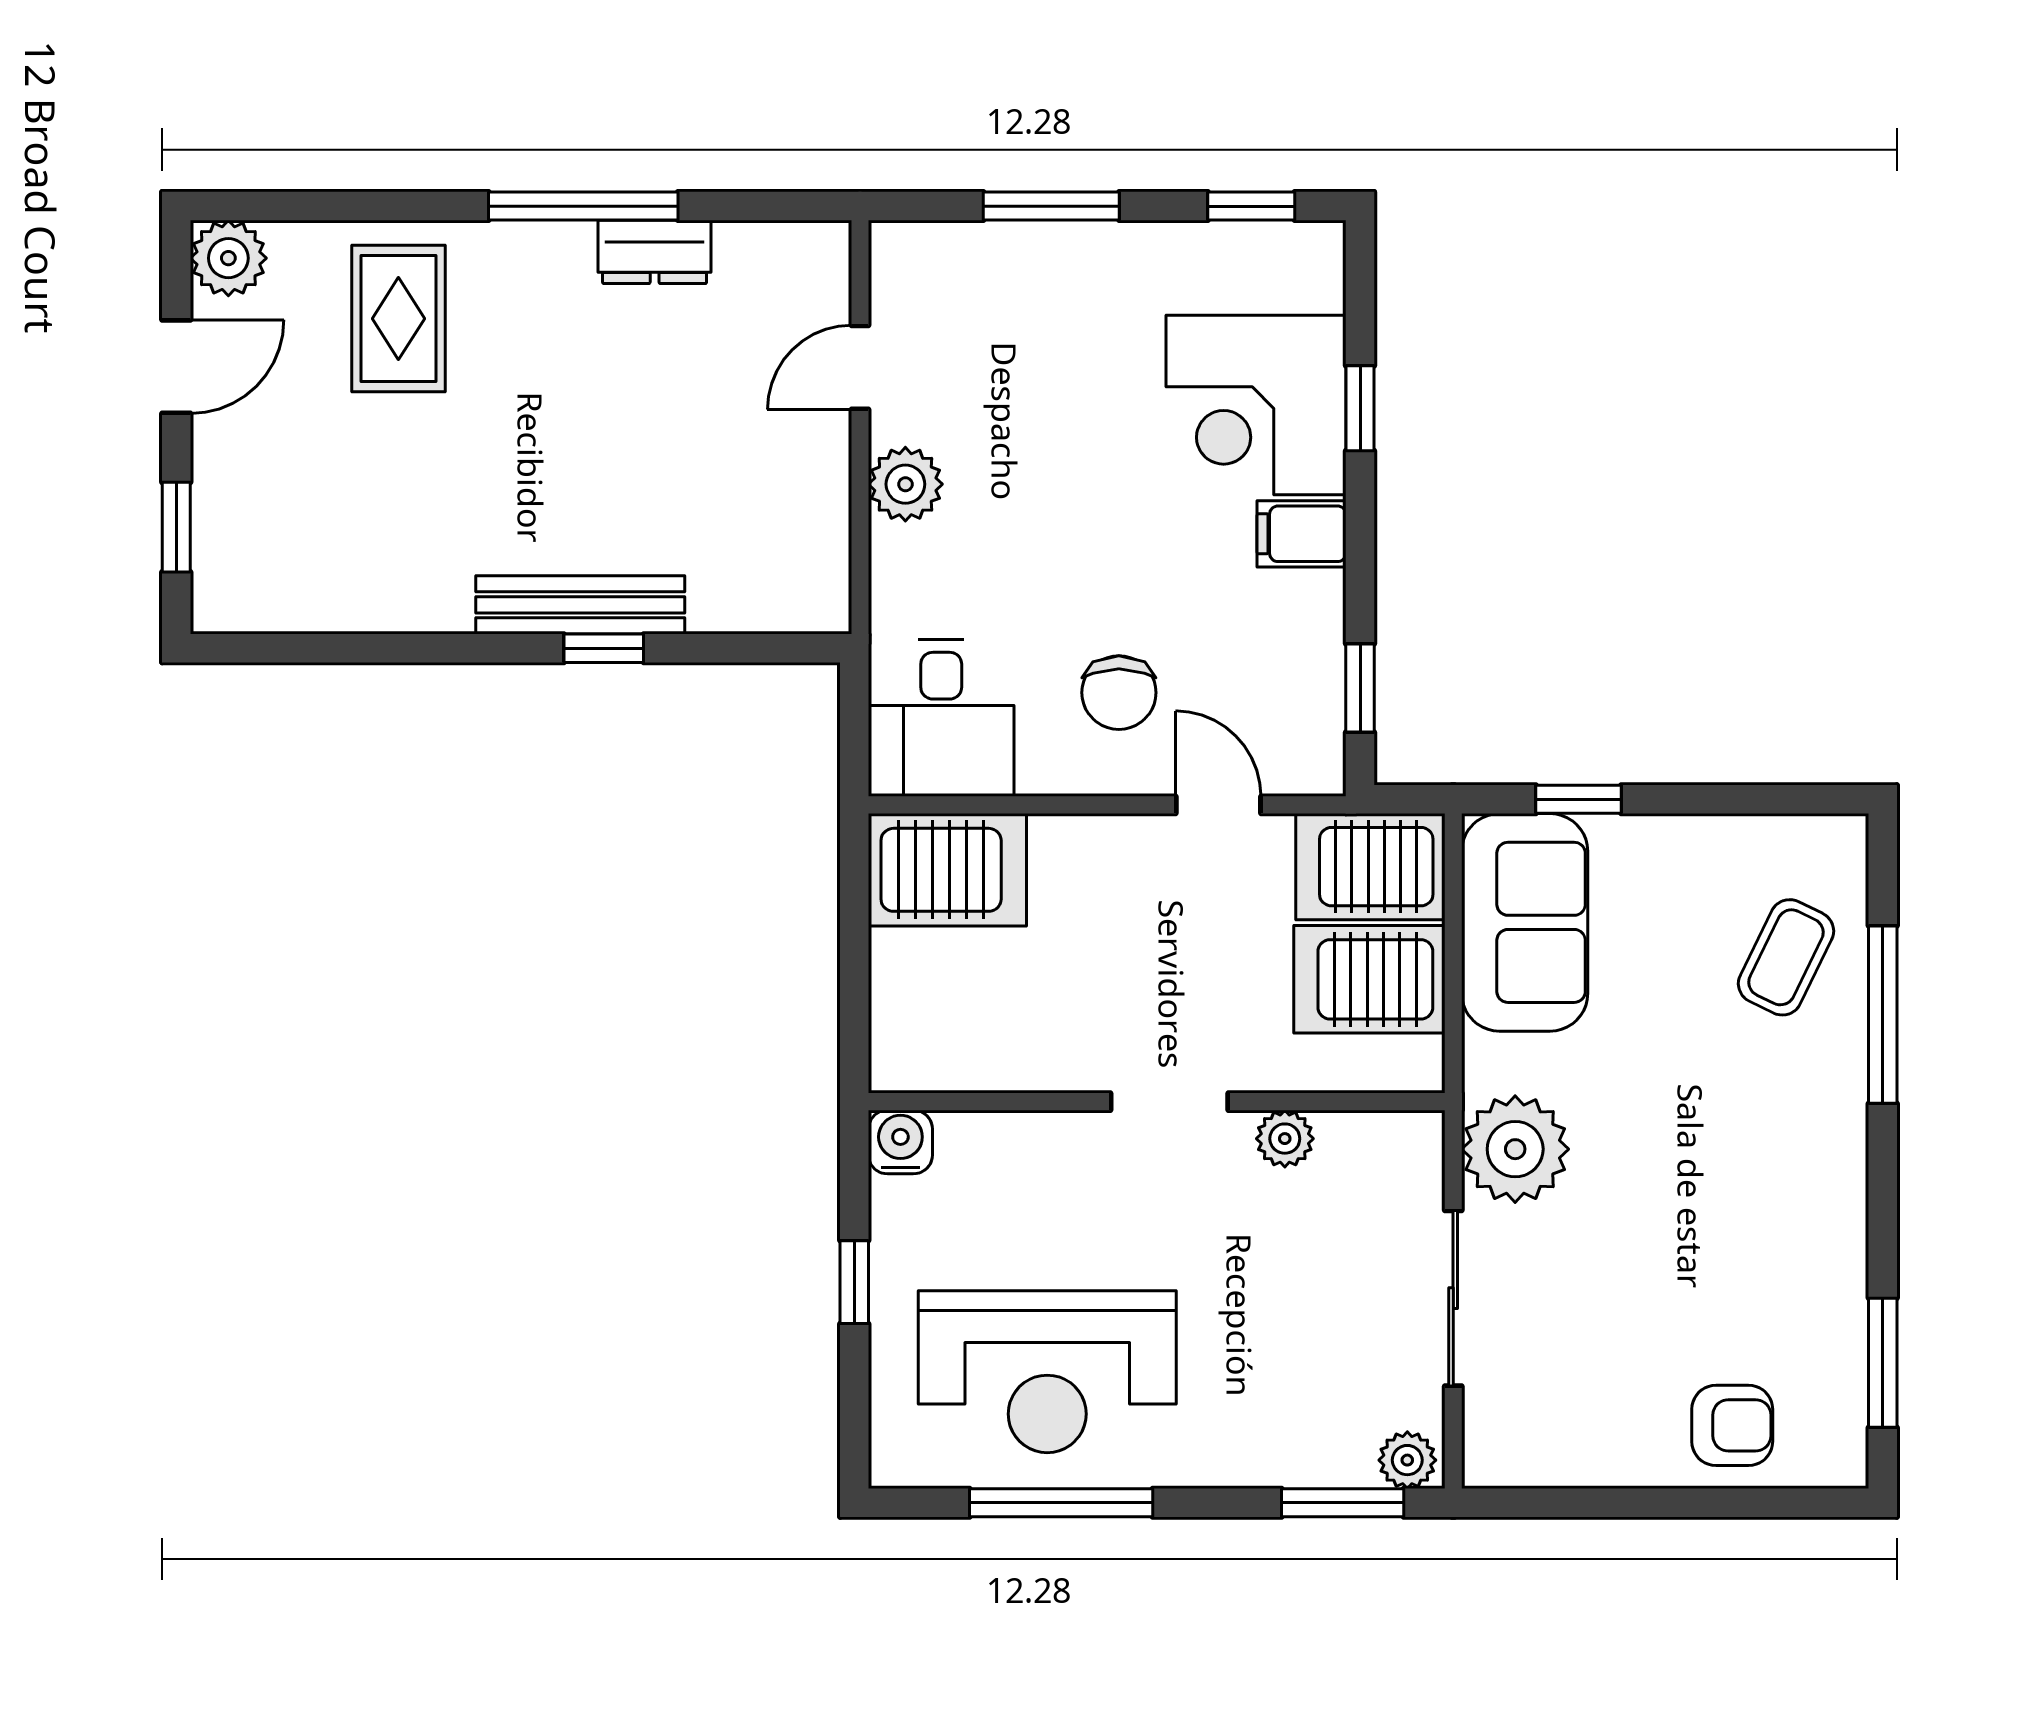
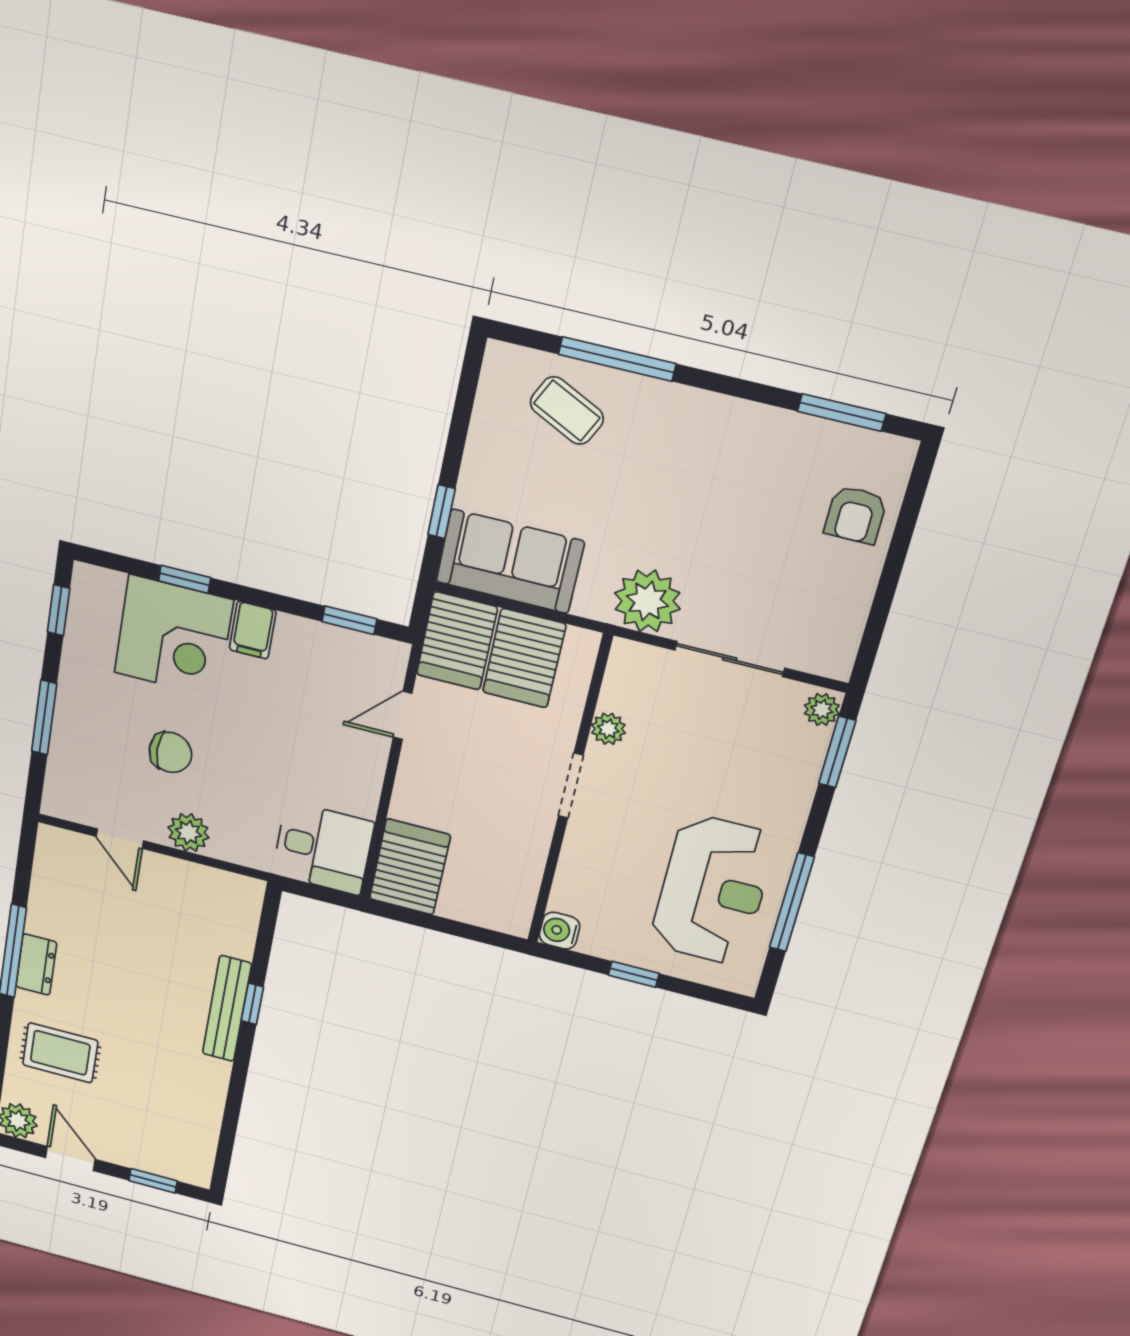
dresser: (655, 252) -> (36, 965), moved
chair: (1119, 693) -> (170, 752), moved
armchair: (1732, 1425) -> (855, 515), turned 180

